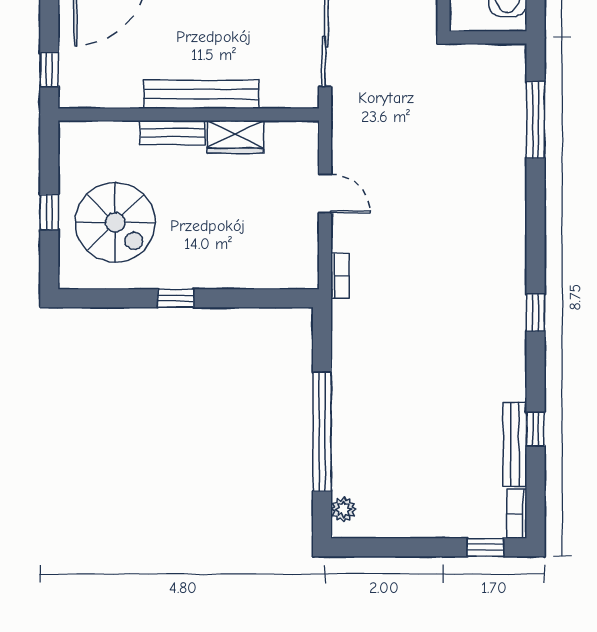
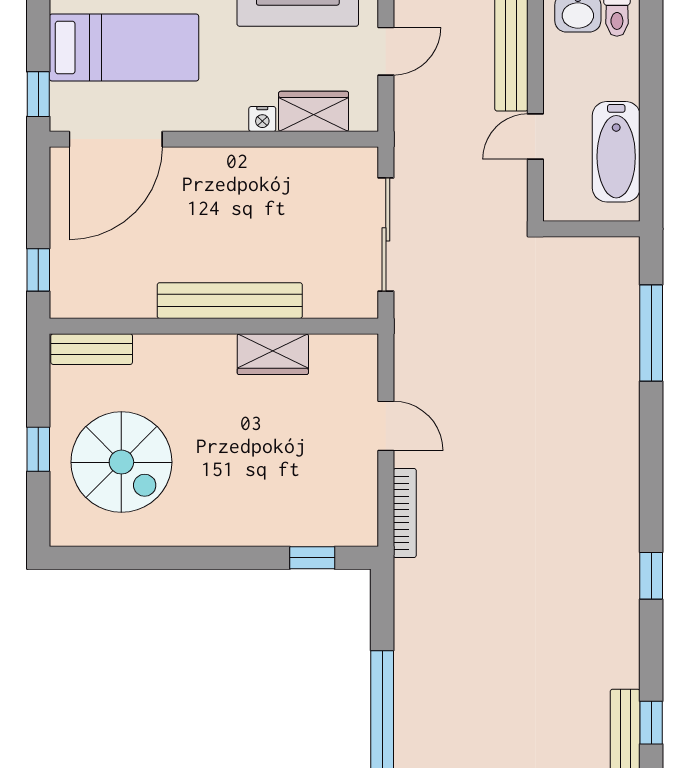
bench: (172, 133) -> (92, 349), moved
bookcase: (340, 276) -> (405, 513), width x1.56
window: (176, 298) -> (312, 558), moved

